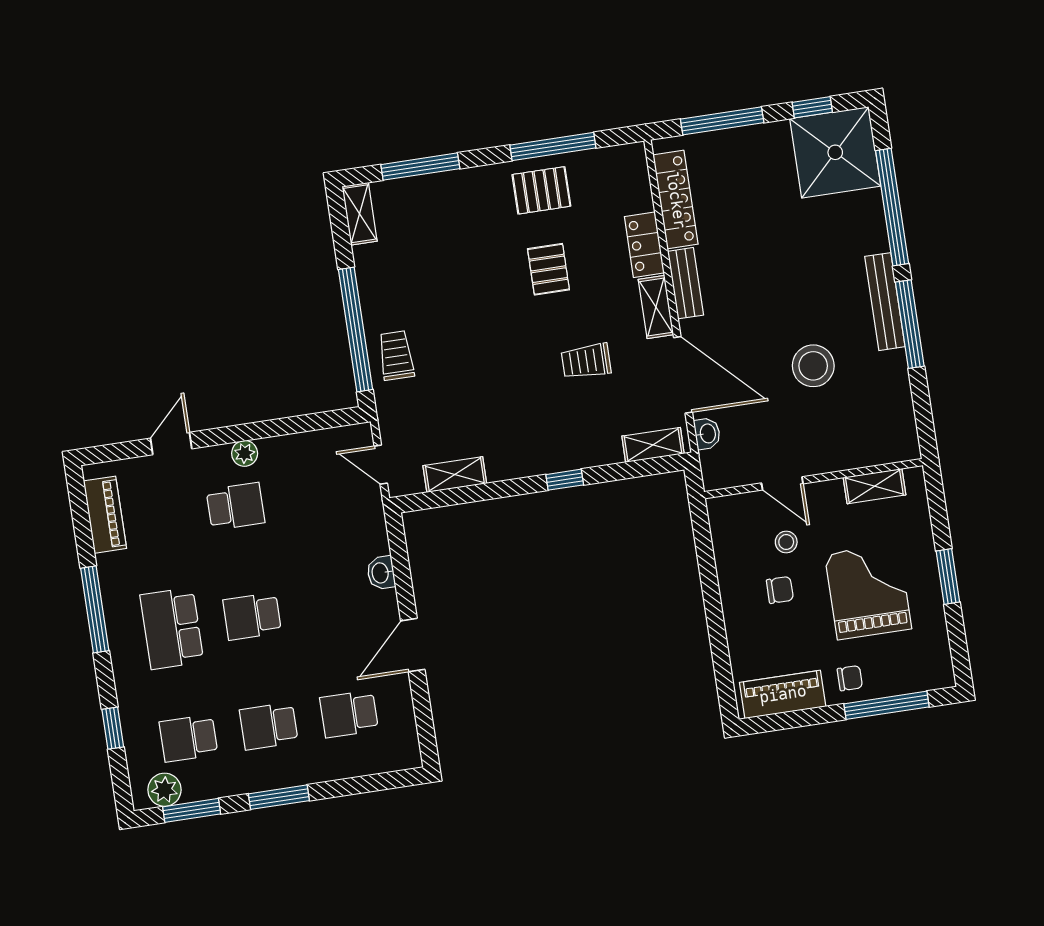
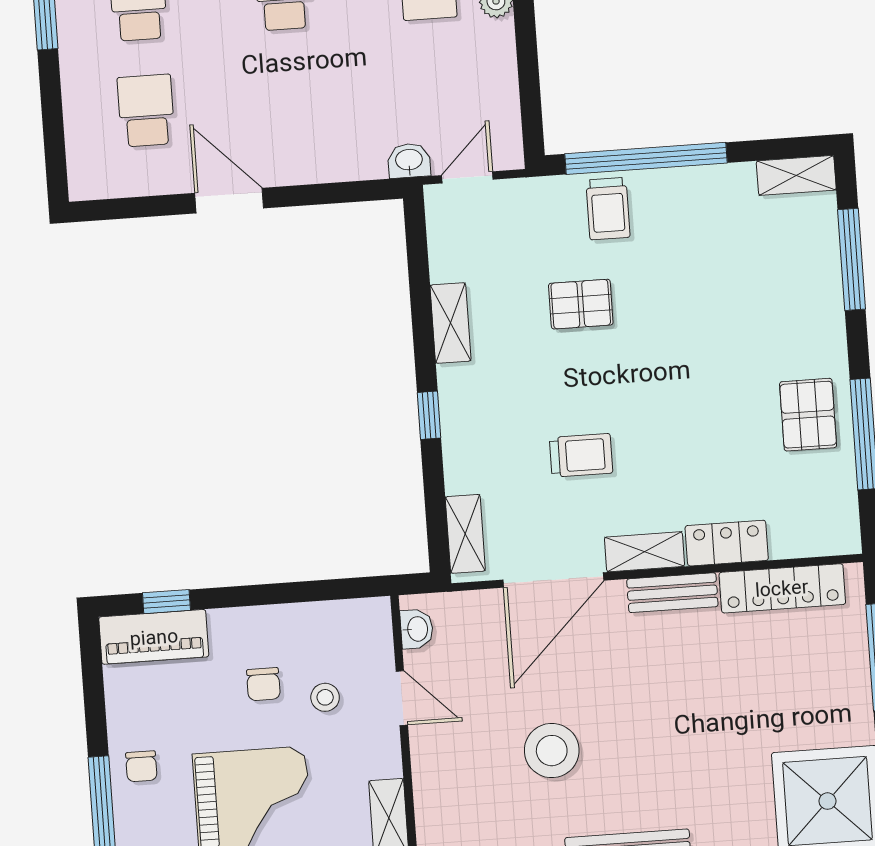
pallet: (548, 269) -> (581, 304), moved
trolley: (396, 355) -> (608, 209), turned 90
trolley: (586, 361) -> (581, 455), turned 90
washbasin: (707, 434) -> (417, 629), moved, turned -90
shelving: (455, 475) -> (451, 323), moved
door: (782, 483) -> (402, 698), swing flipped
washbasin: (381, 573) -> (409, 161), moved
window: (723, 669) -> (166, 602), added
piano: (783, 694) -> (154, 637), moved, turned 90

